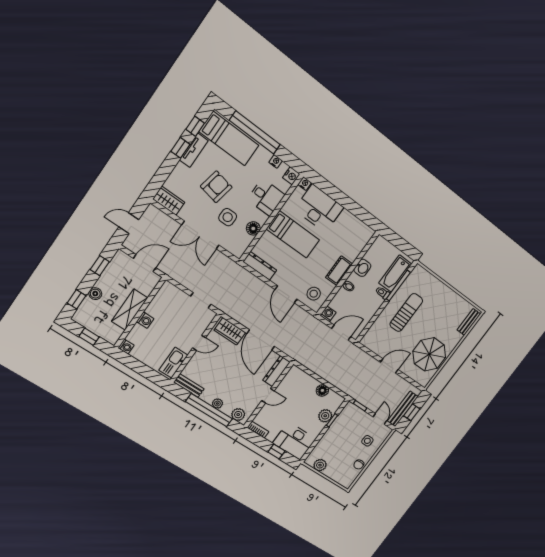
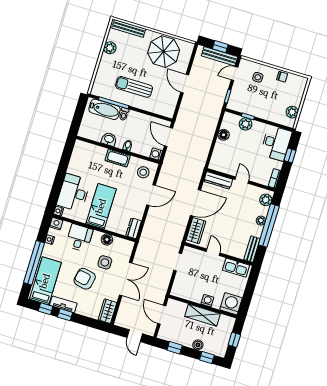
dresser: (260, 266) -> (134, 228), width x0.70
plant: (455, 300) -> (110, 48), added
bench: (469, 322) -> (129, 29), width x1.36
washing machine: (126, 347) -> (231, 304), width x1.89, depth x1.89

